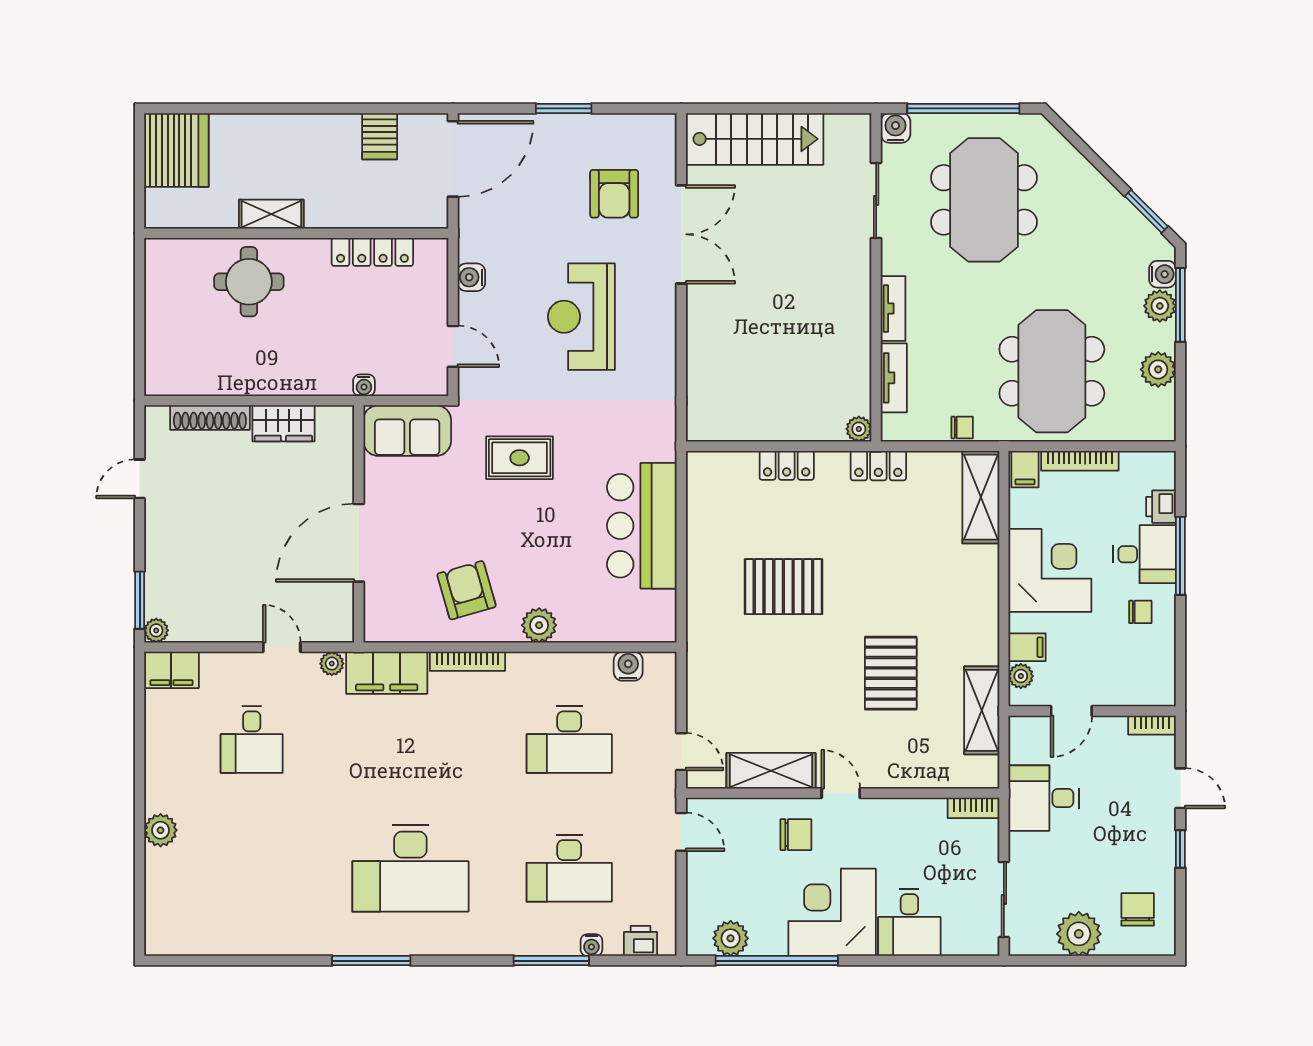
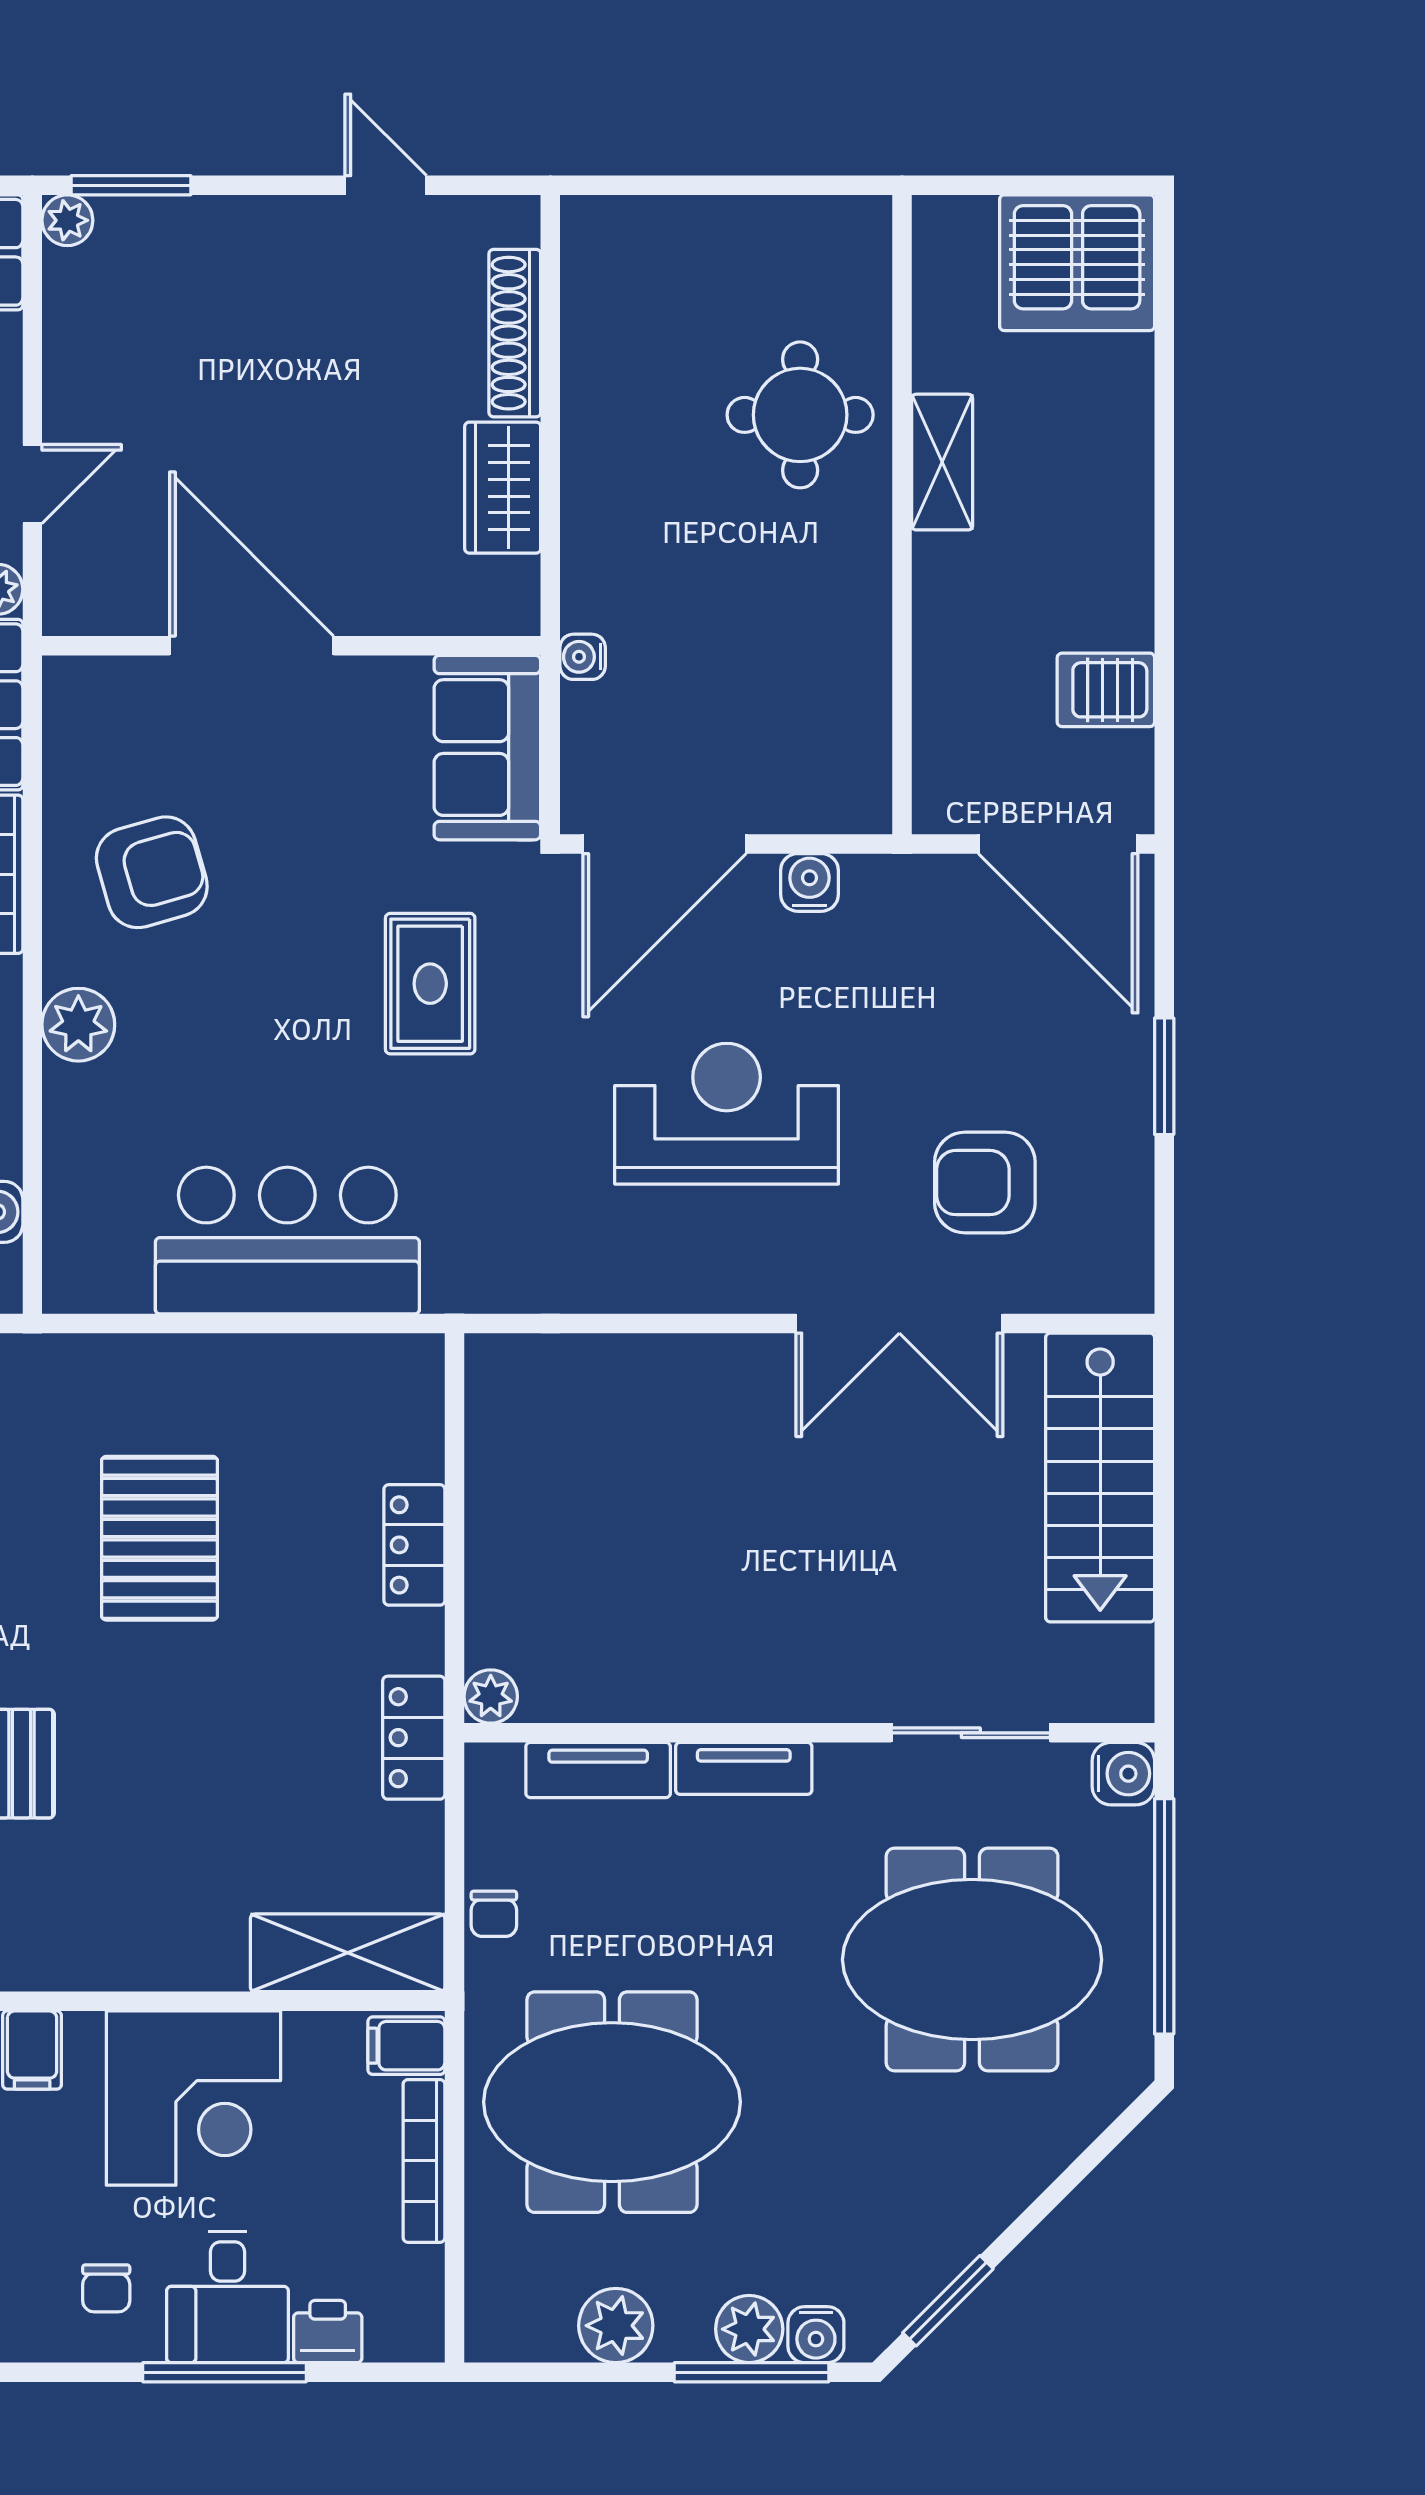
locker: (372, 252) -> (863, 675), removed
door: (453, 346) -> (664, 844), width x1.88

